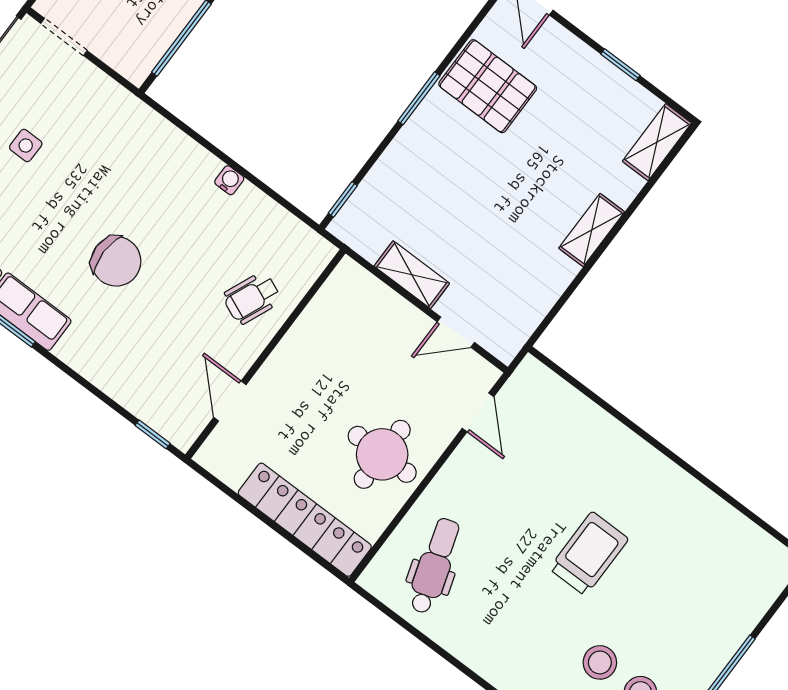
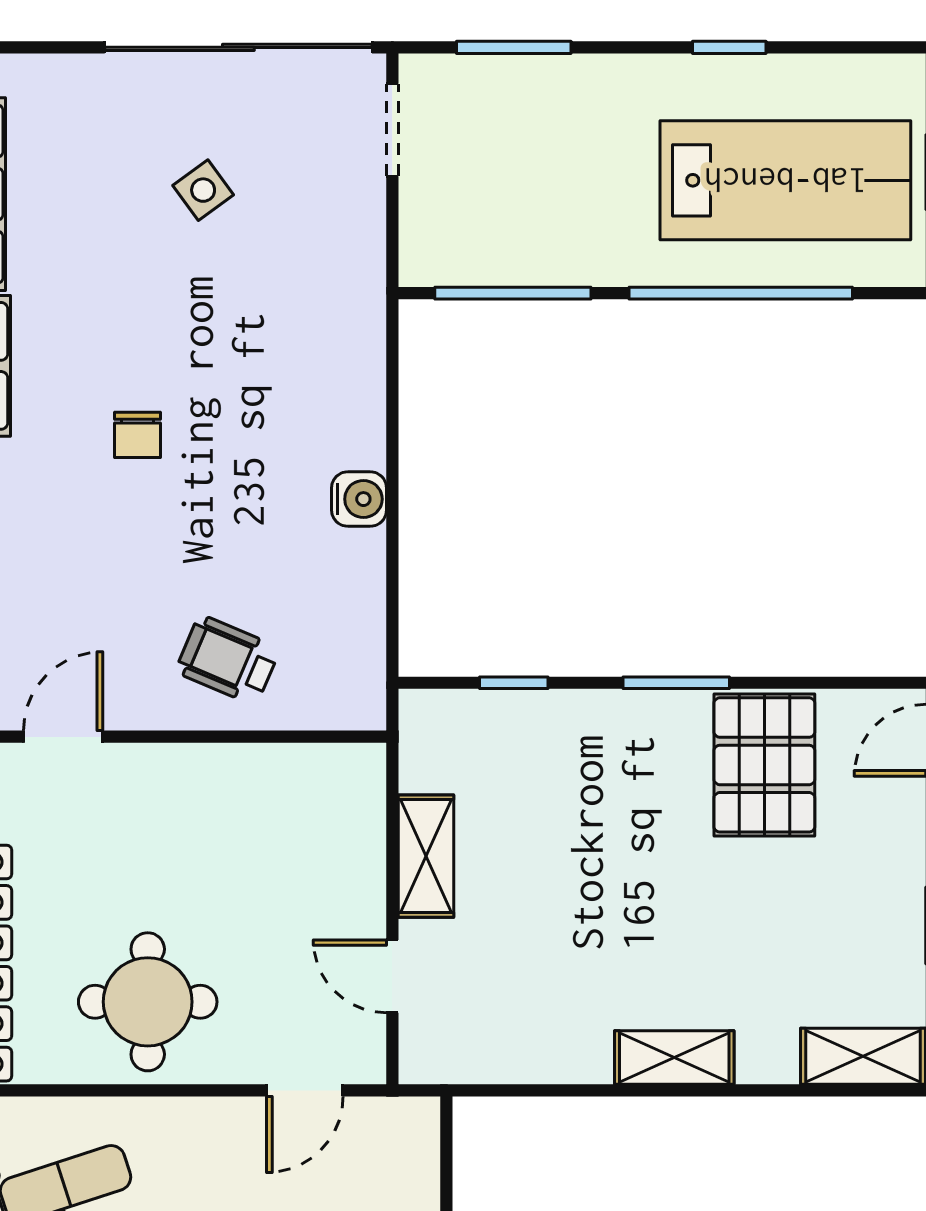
side table: (26, 145) -> (203, 190), turned -36
water cooler: (229, 180) -> (359, 499), width x1.38, depth x1.38
window: (343, 199) -> (514, 683), moved
chair: (116, 261) -> (137, 435), width x0.54, depth x0.54

